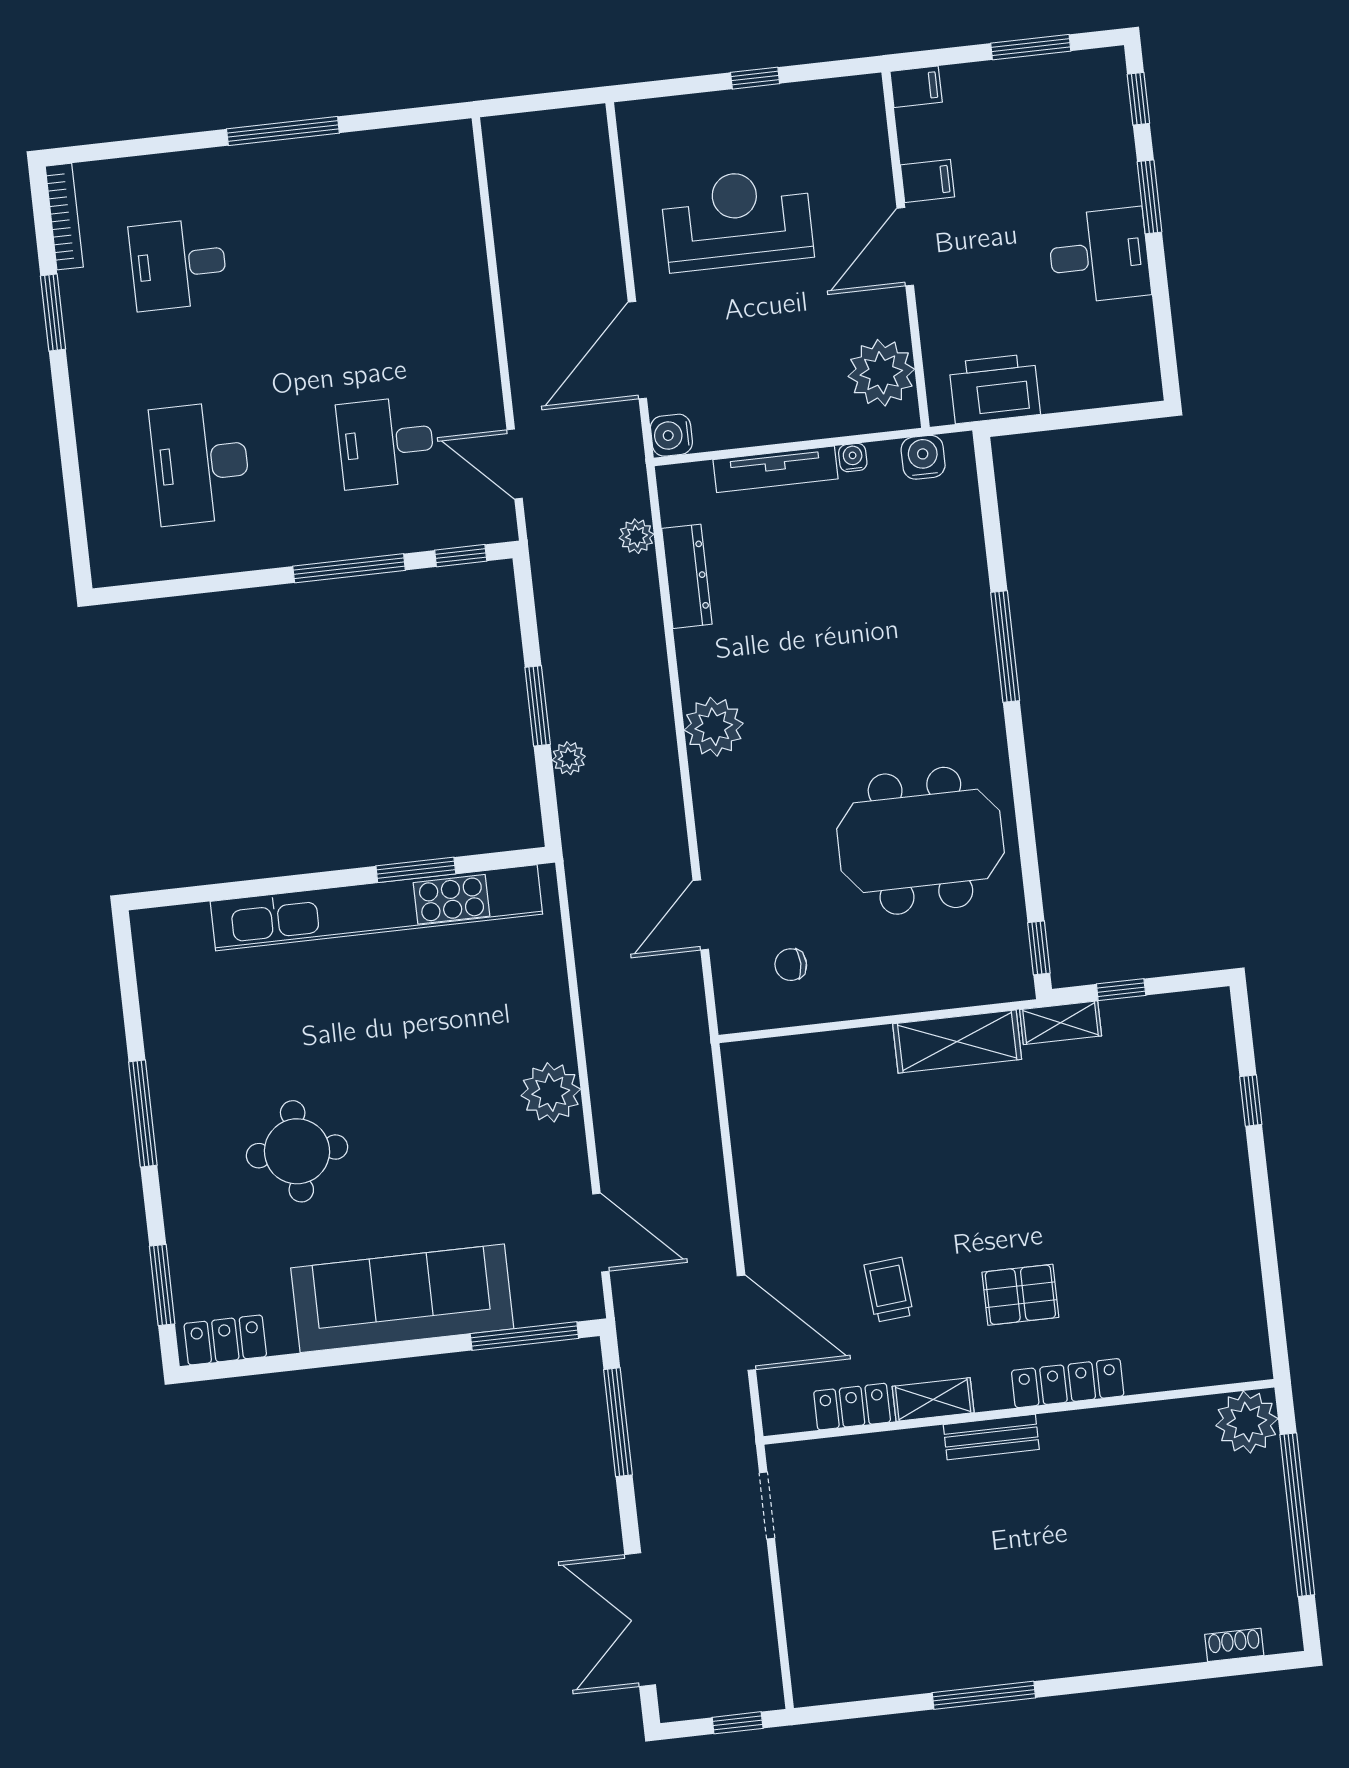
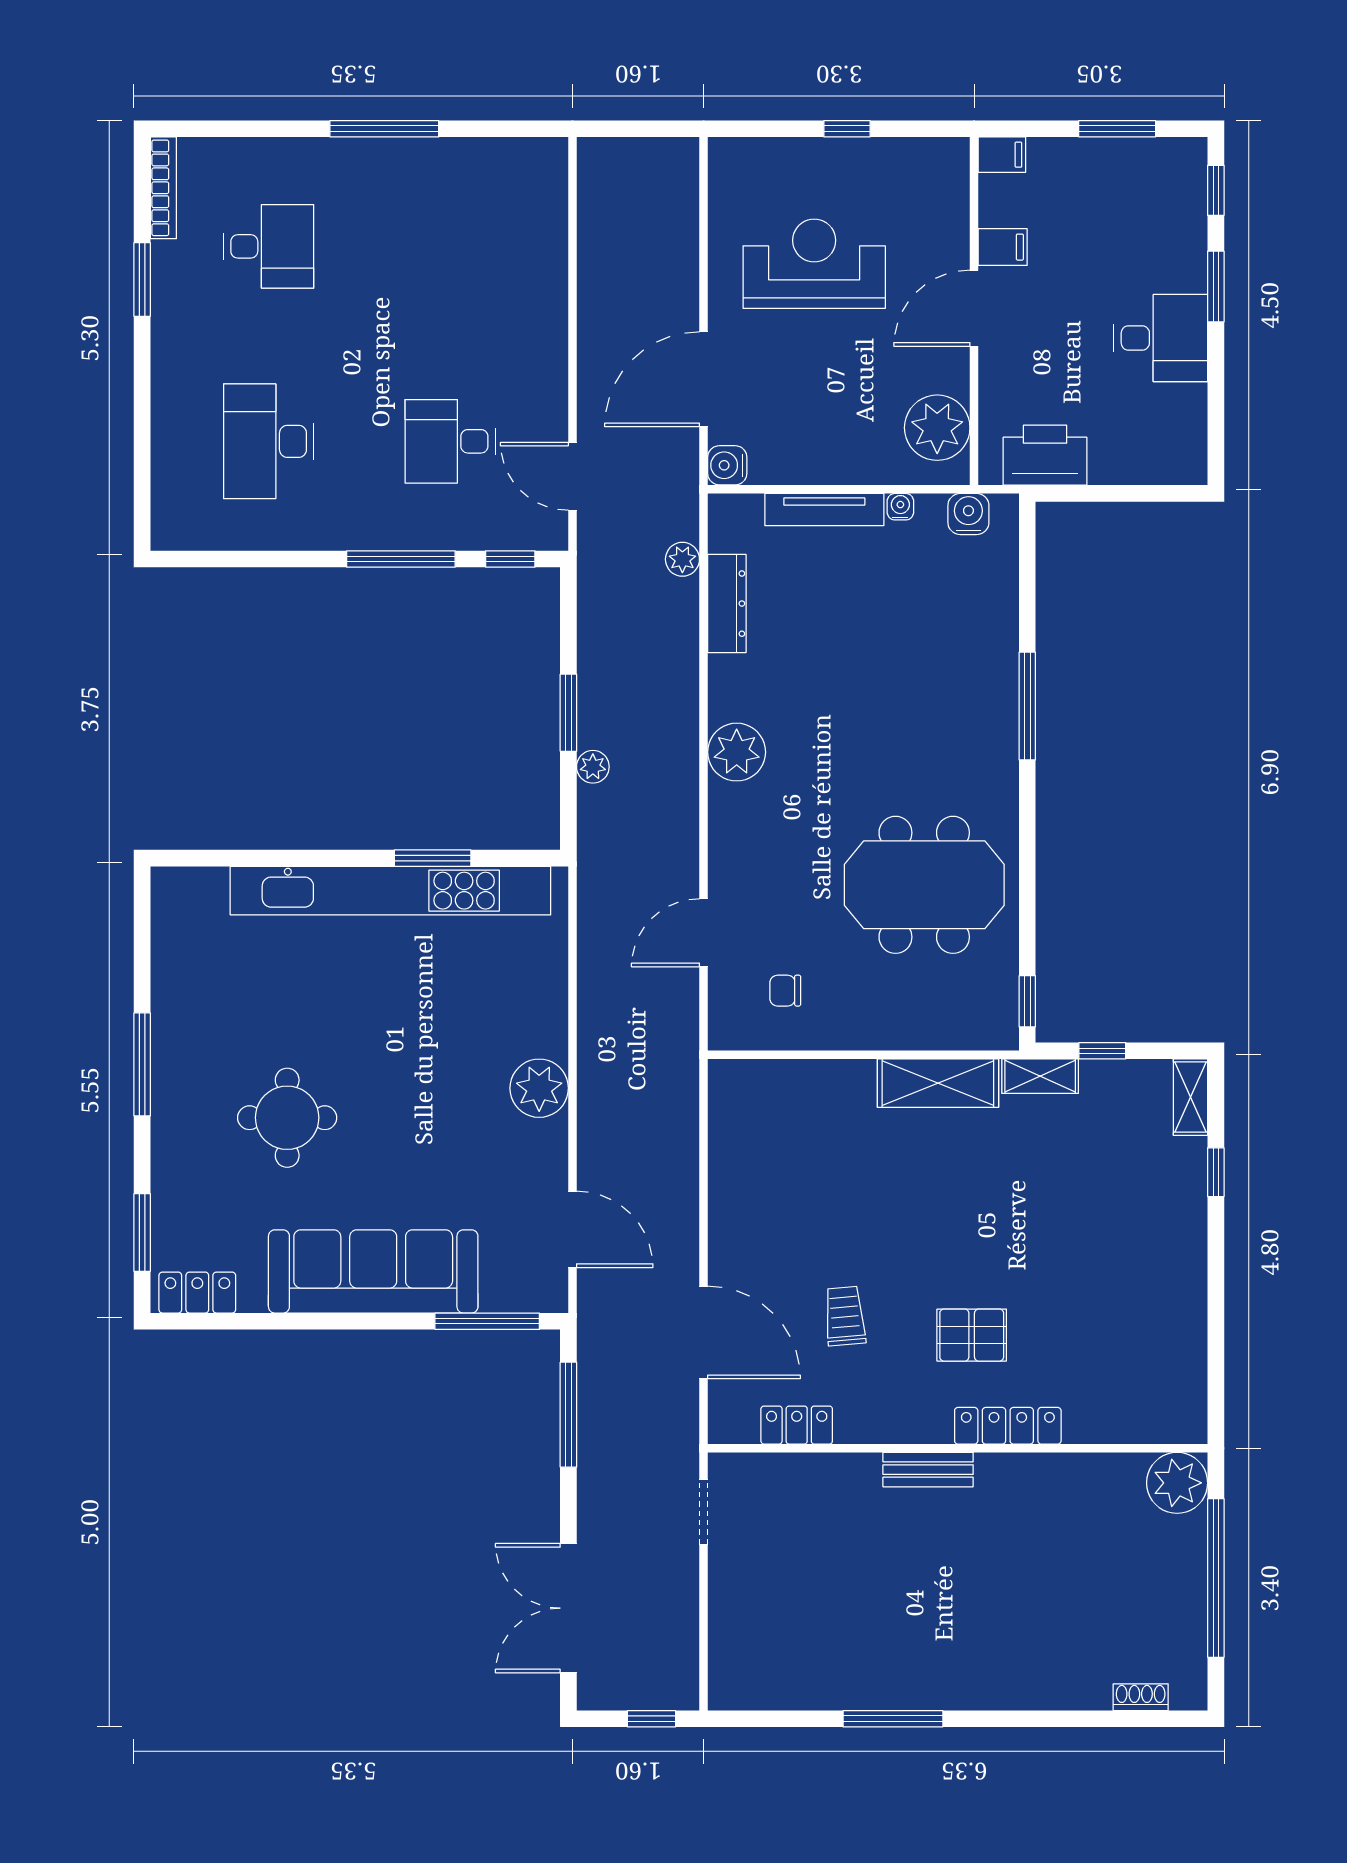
desk: (178, 264) -> (269, 246), turned 180
shelving: (933, 1399) -> (1190, 1097), moved, turned 90

